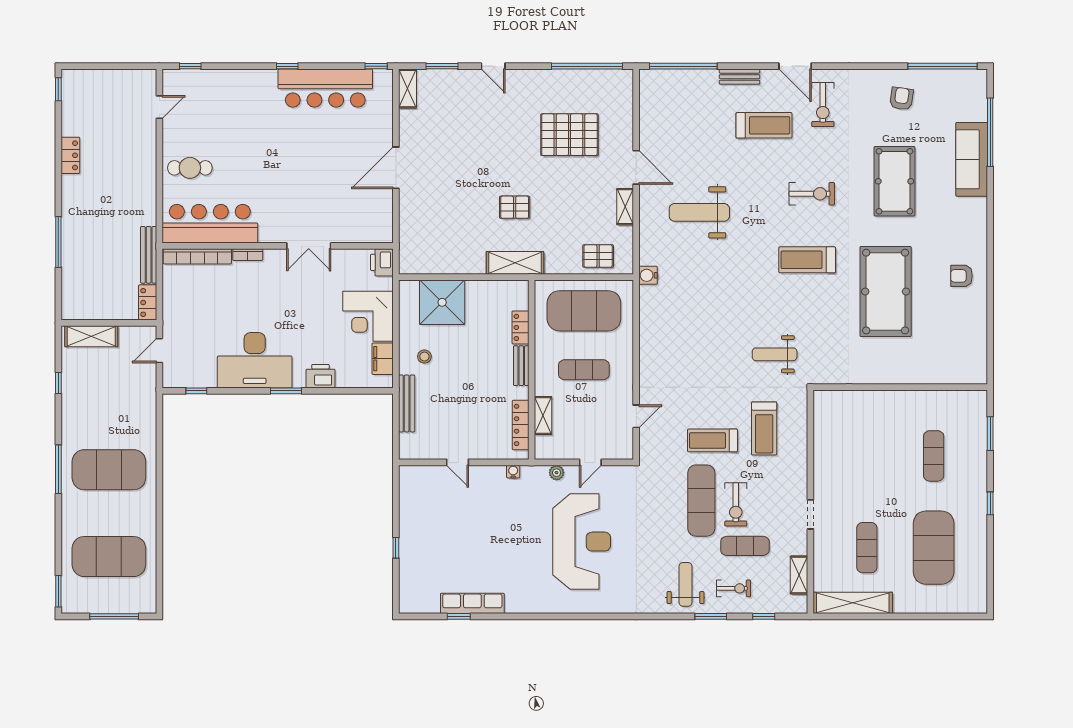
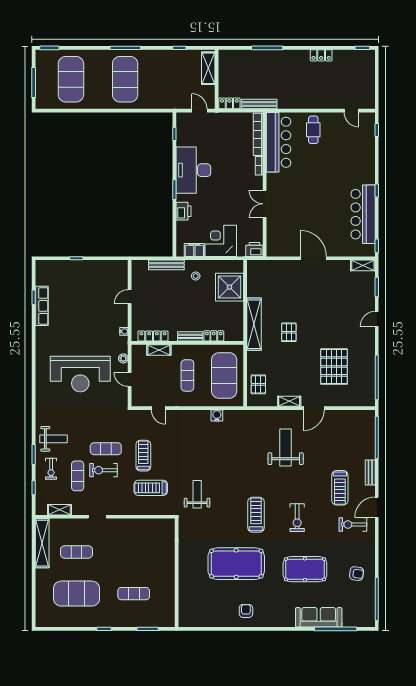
shelving: (515, 263) -> (254, 324), width x1.47
water cooler: (648, 275) -> (217, 415), moved
exercise mat: (701, 501) -> (106, 449), width x0.73, depth x0.69

